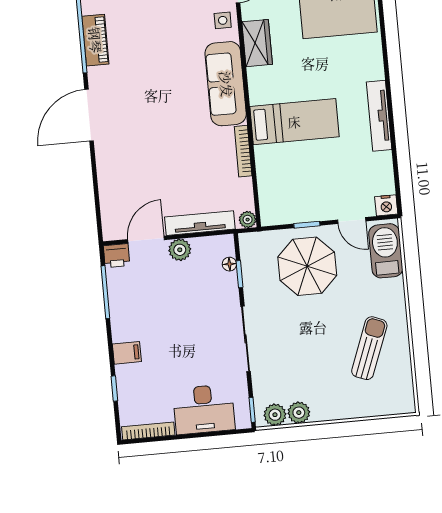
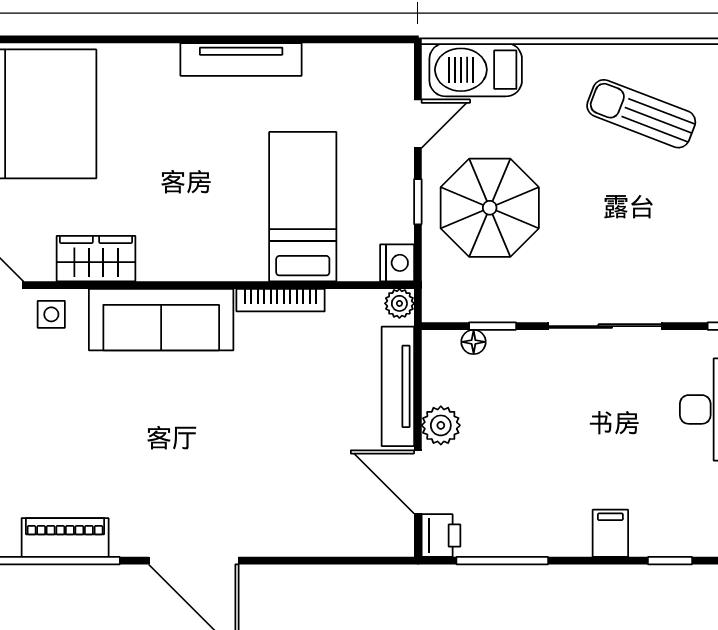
bed: (294, 122) -> (303, 207), moved
nightstand: (386, 205) -> (397, 263), moved

